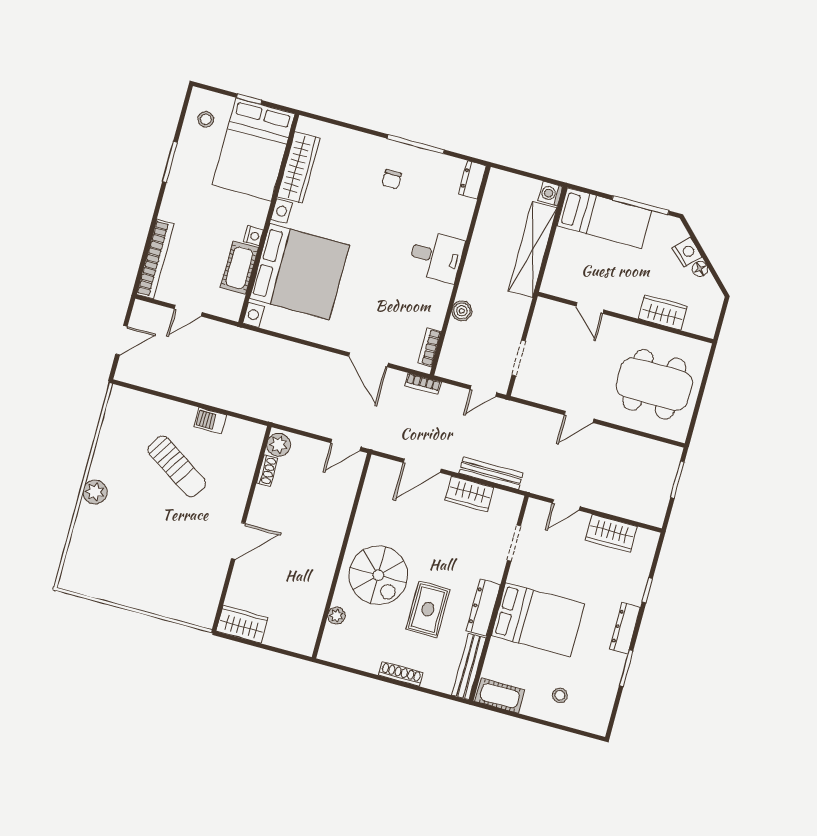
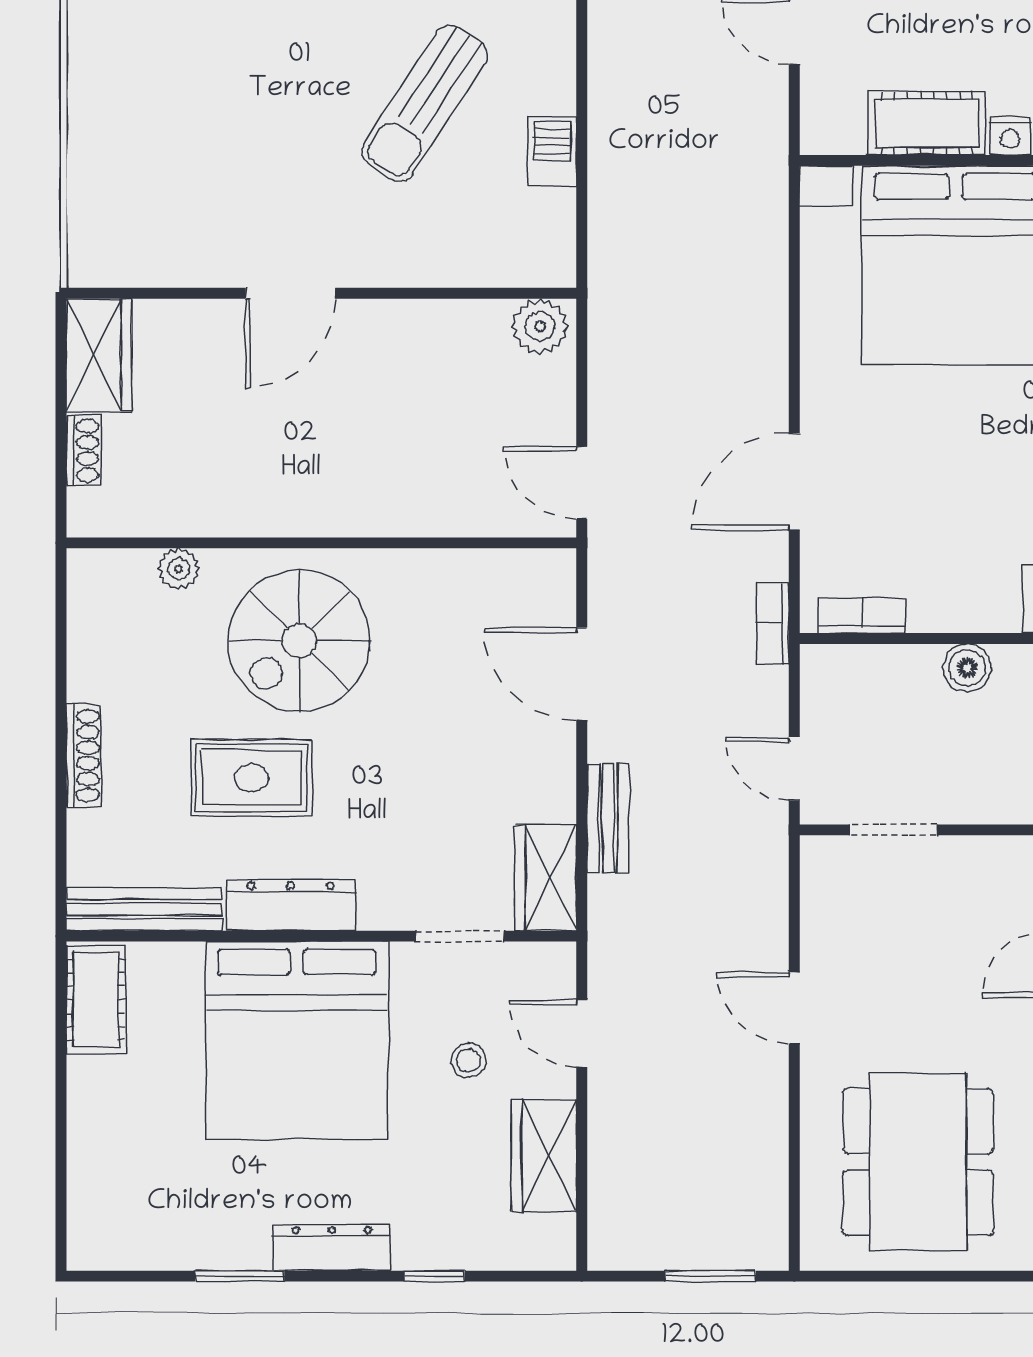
shoe rack: (267, 471) -> (84, 451), moved, turned -90
bench: (491, 473) -> (608, 818), width x0.73
wardrobe: (469, 494) -> (546, 878), moved
door: (238, 541) -> (291, 293), hinge flipped
bed: (538, 620) -> (297, 1040), width x1.36
stool: (560, 695) -> (468, 1061), moved

